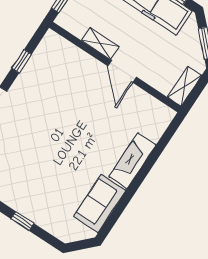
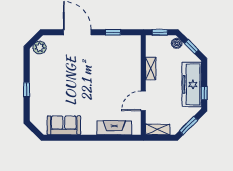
door: (122, 71) -> (143, 101), moved
fireplace: (132, 161) -> (114, 128), moved

